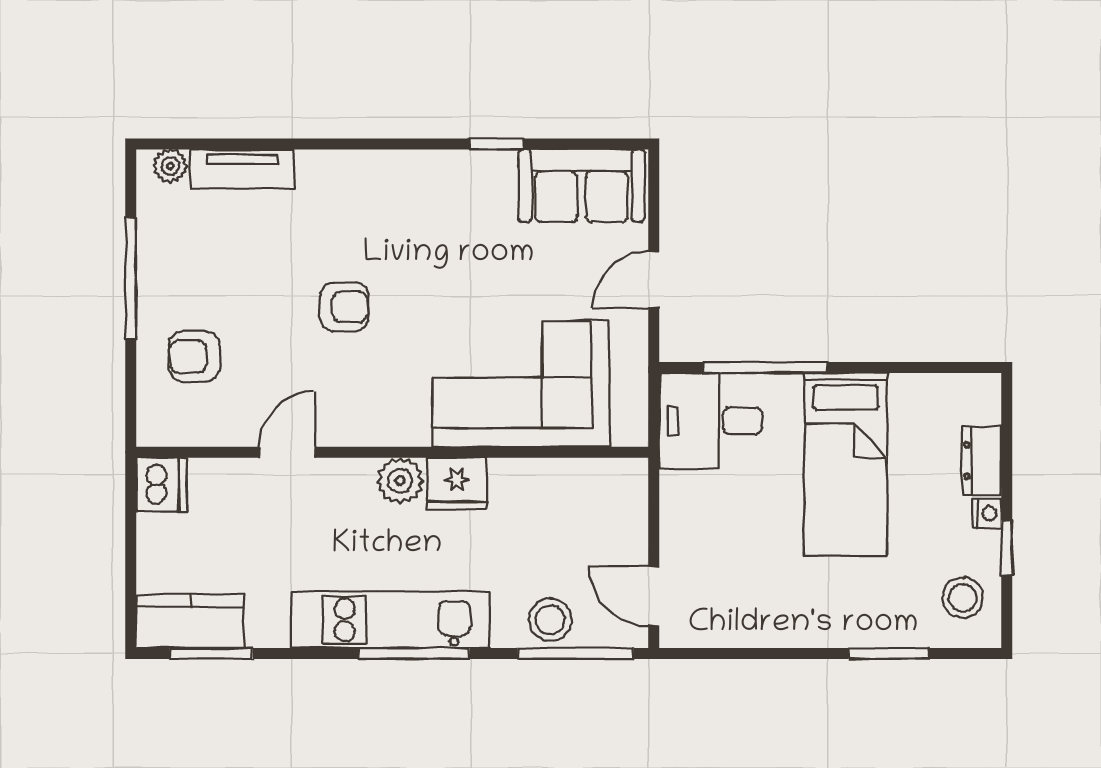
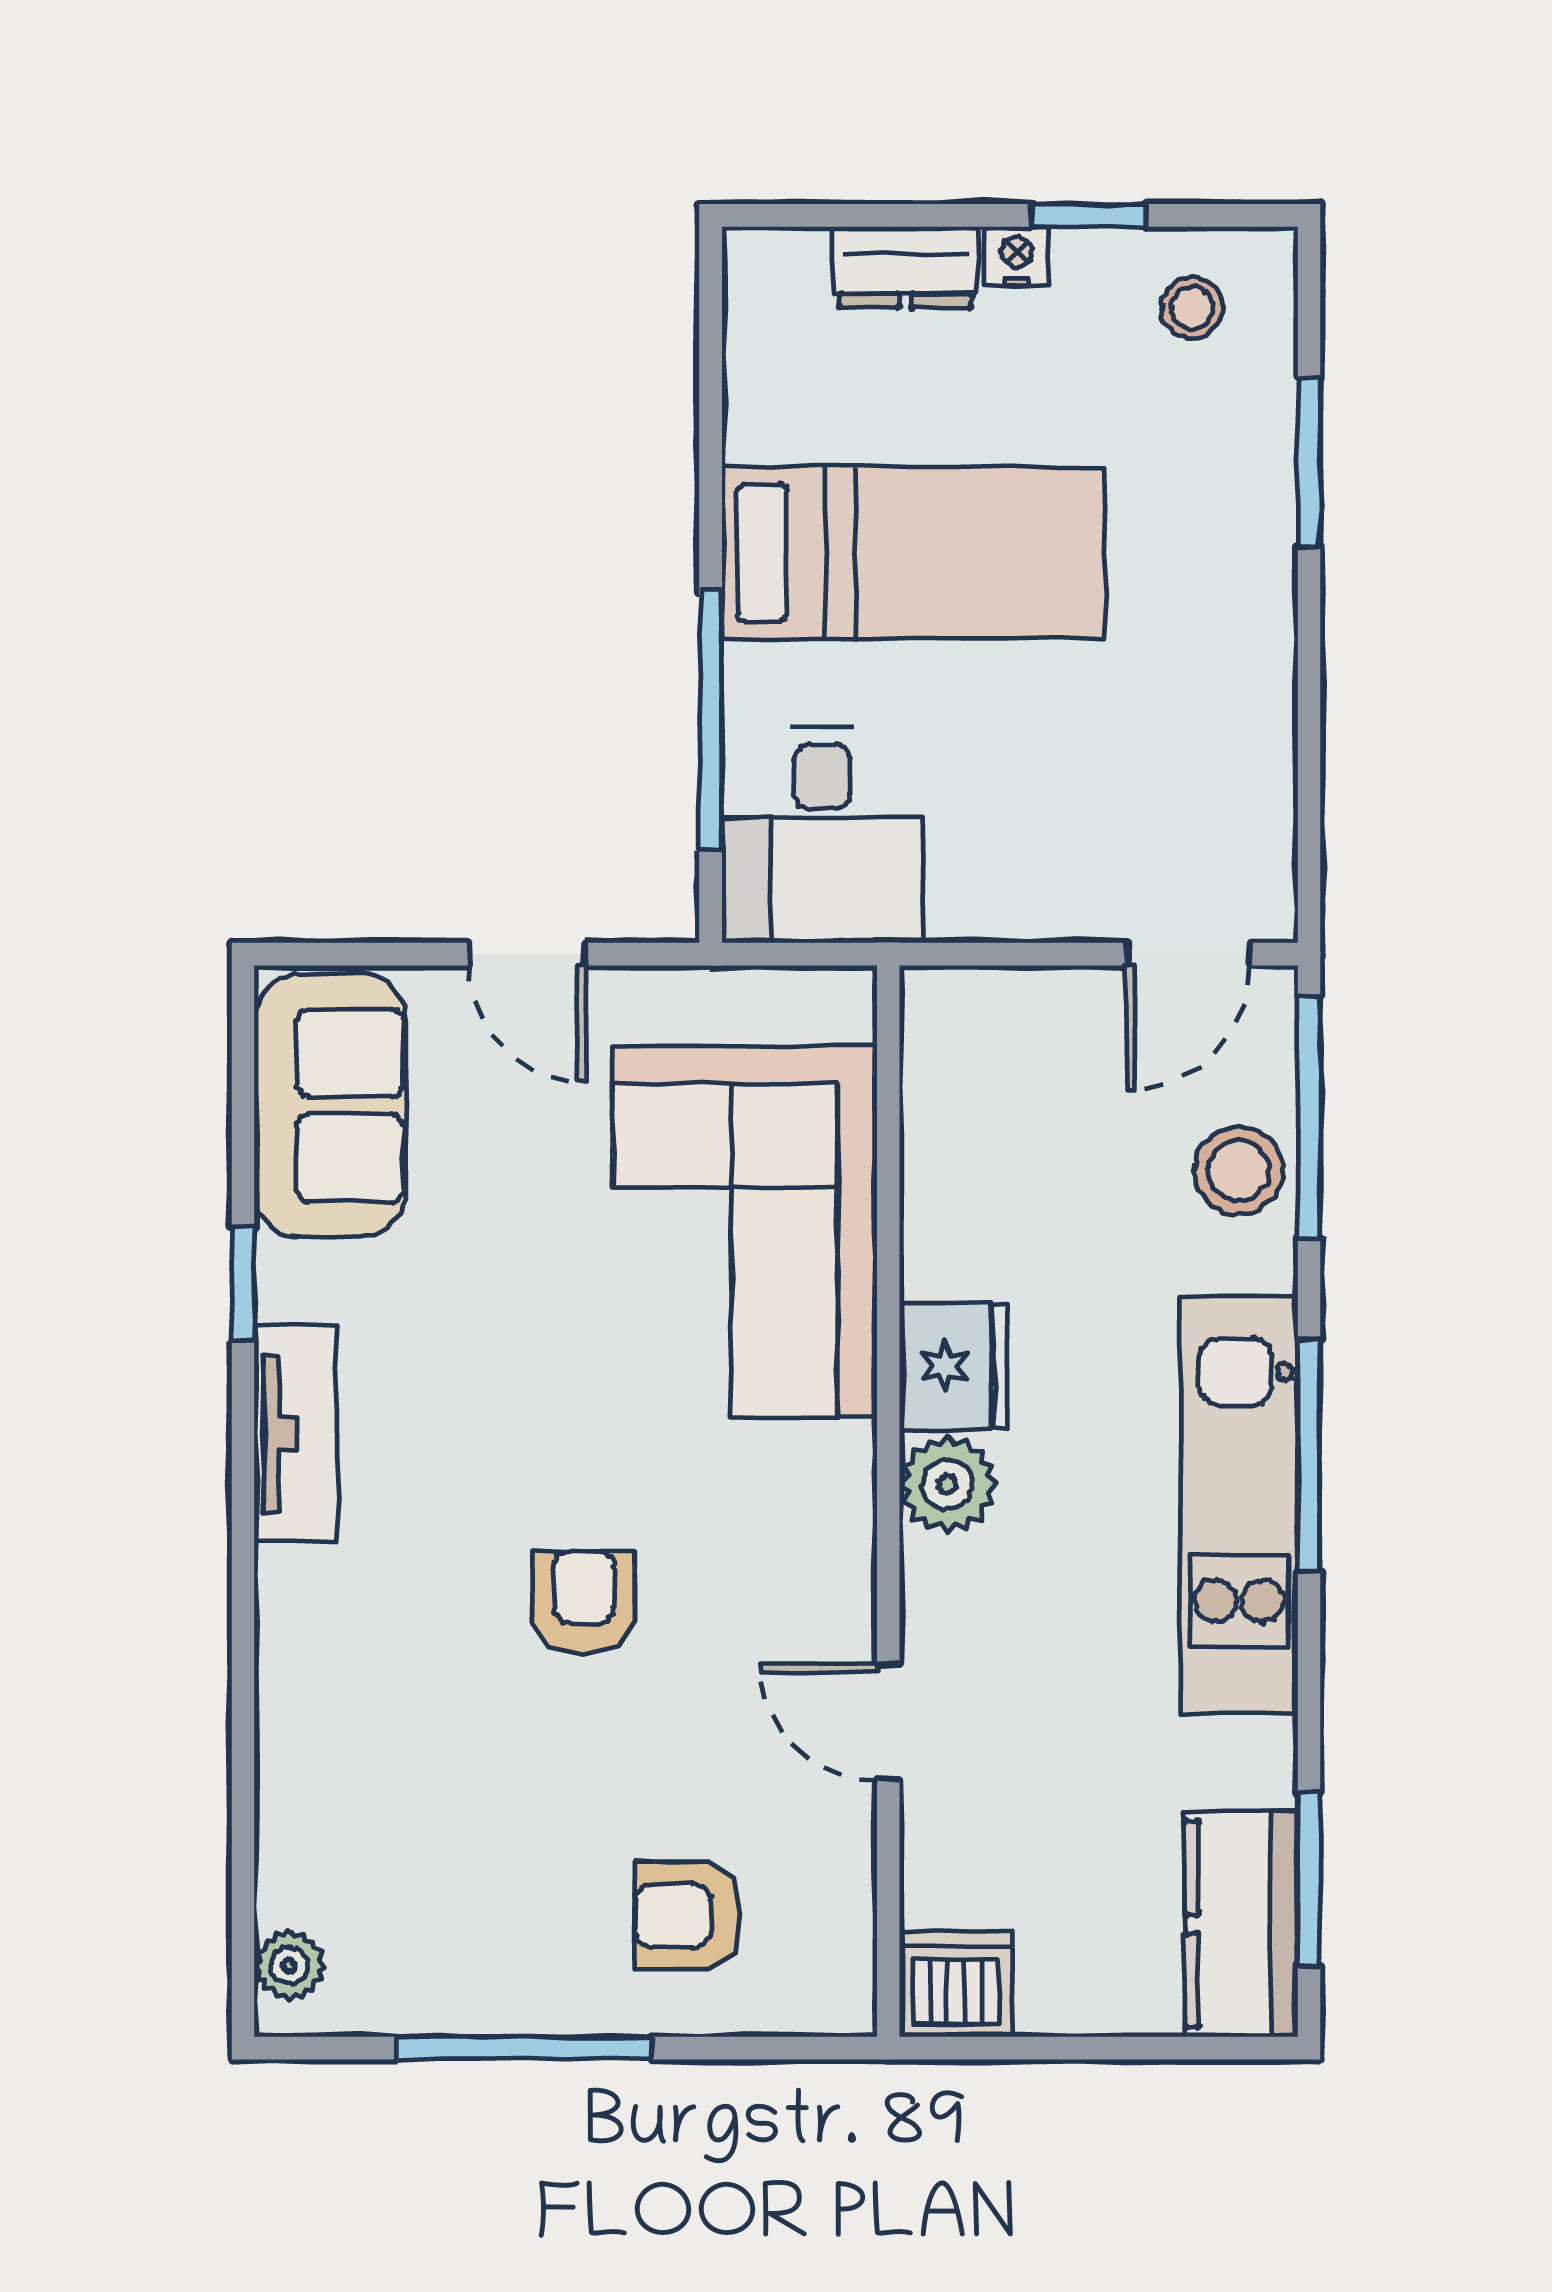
tv unit: (242, 169) -> (296, 1433), moved
armchair: (194, 357) -> (688, 1916), turned 90
stool: (963, 598) -> (1192, 308), width x0.73, depth x0.73

